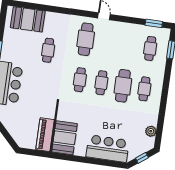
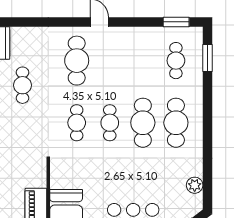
cafe table: (144, 89) -> (176, 123), width x1.37, depth x1.35

